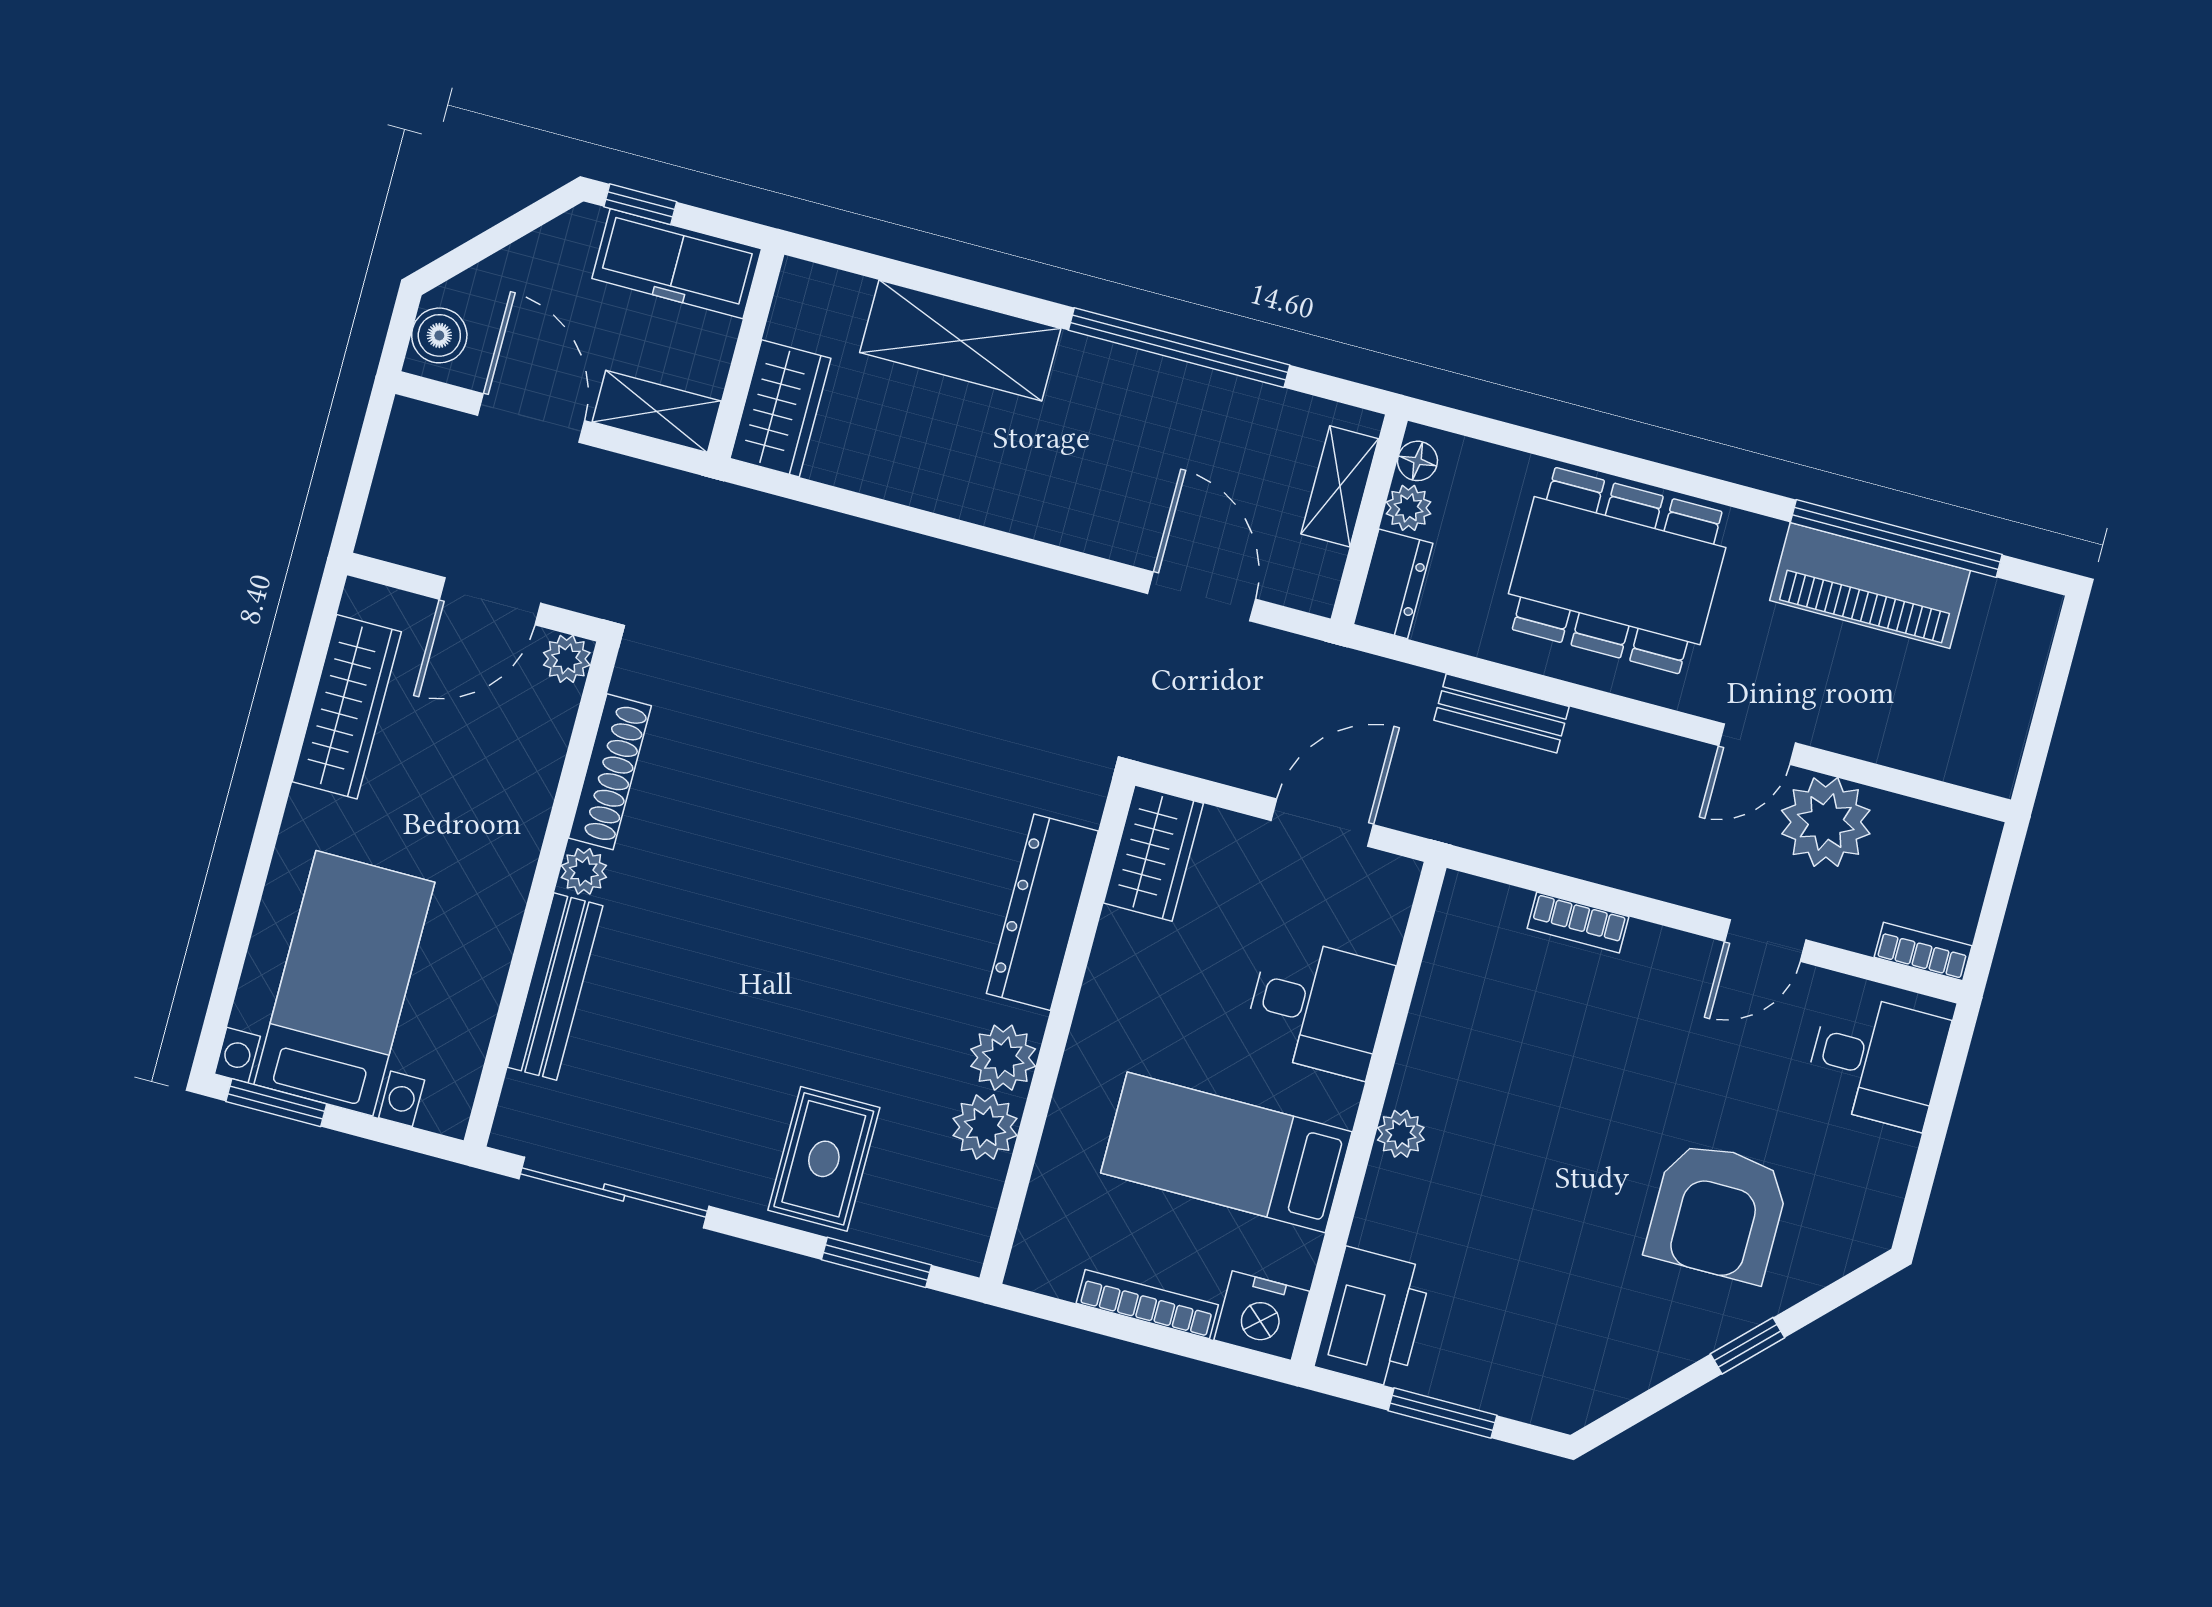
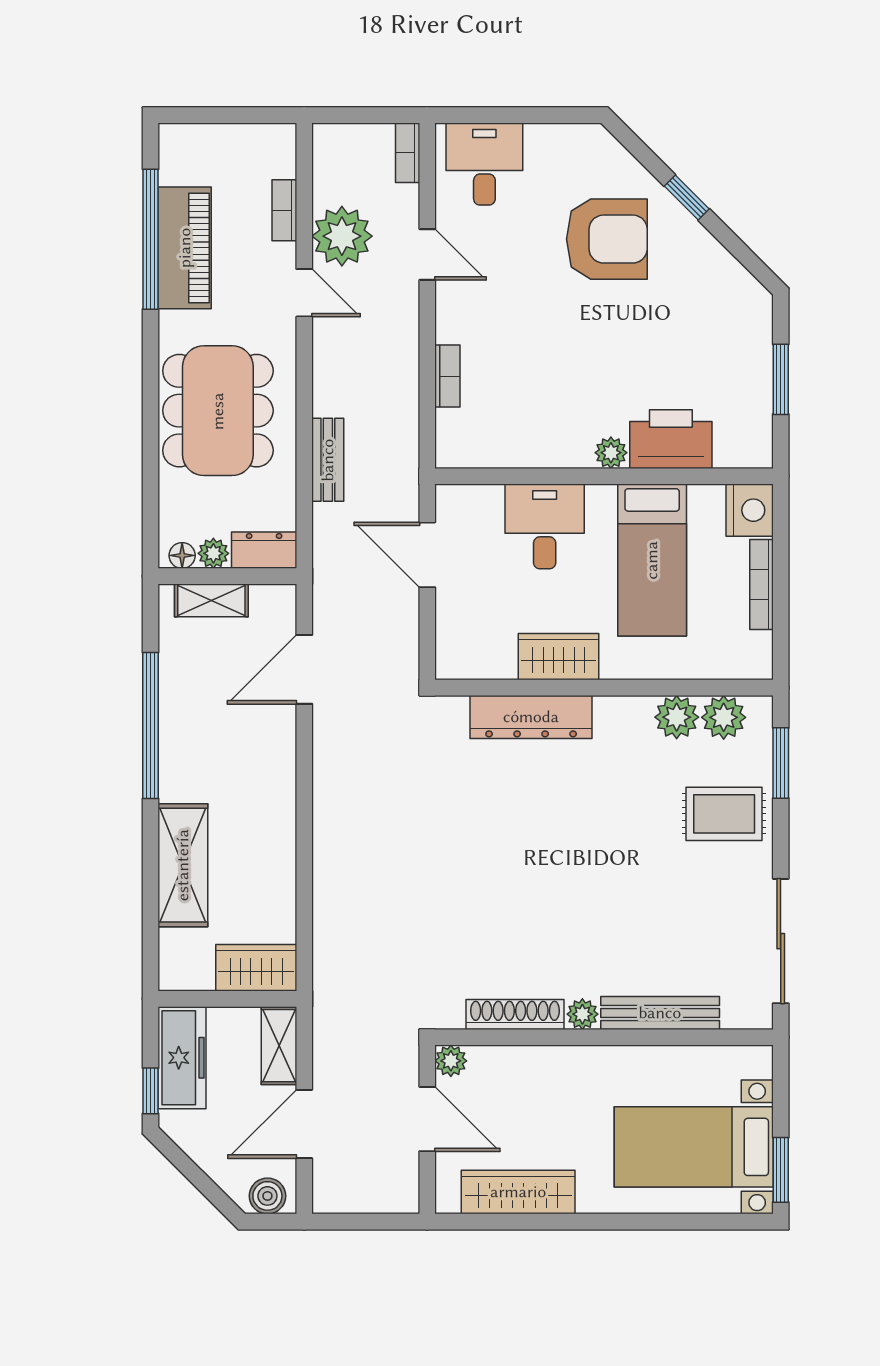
bookcase: (1887, 747) -> (284, 210), added
wardrobe: (1153, 853) -> (559, 657), moved
plant: (1003, 1058) -> (724, 717), moved
printer: (1373, 1318) -> (671, 439), moved

